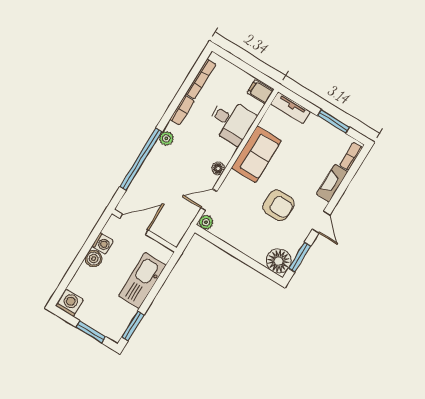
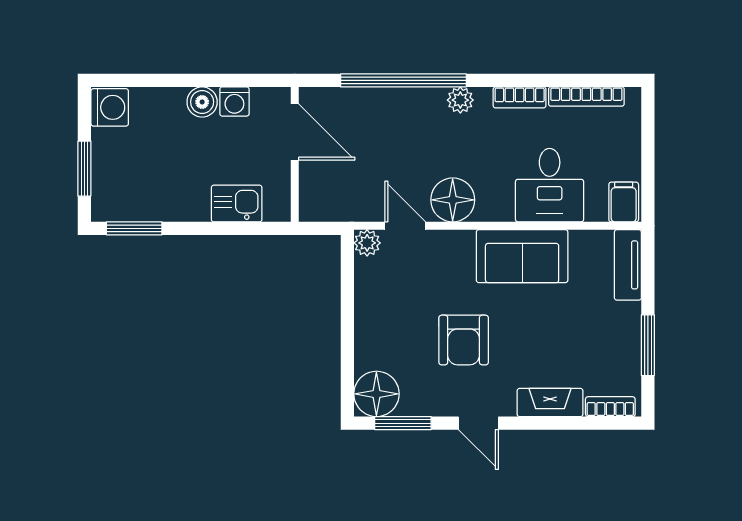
floor lamp: (218, 169) -> (453, 200), width x1.89, depth x1.89
door: (321, 222) -> (478, 423), hinge flipped
kitchen sink: (142, 281) -> (237, 204), width x0.53, depth x0.81

